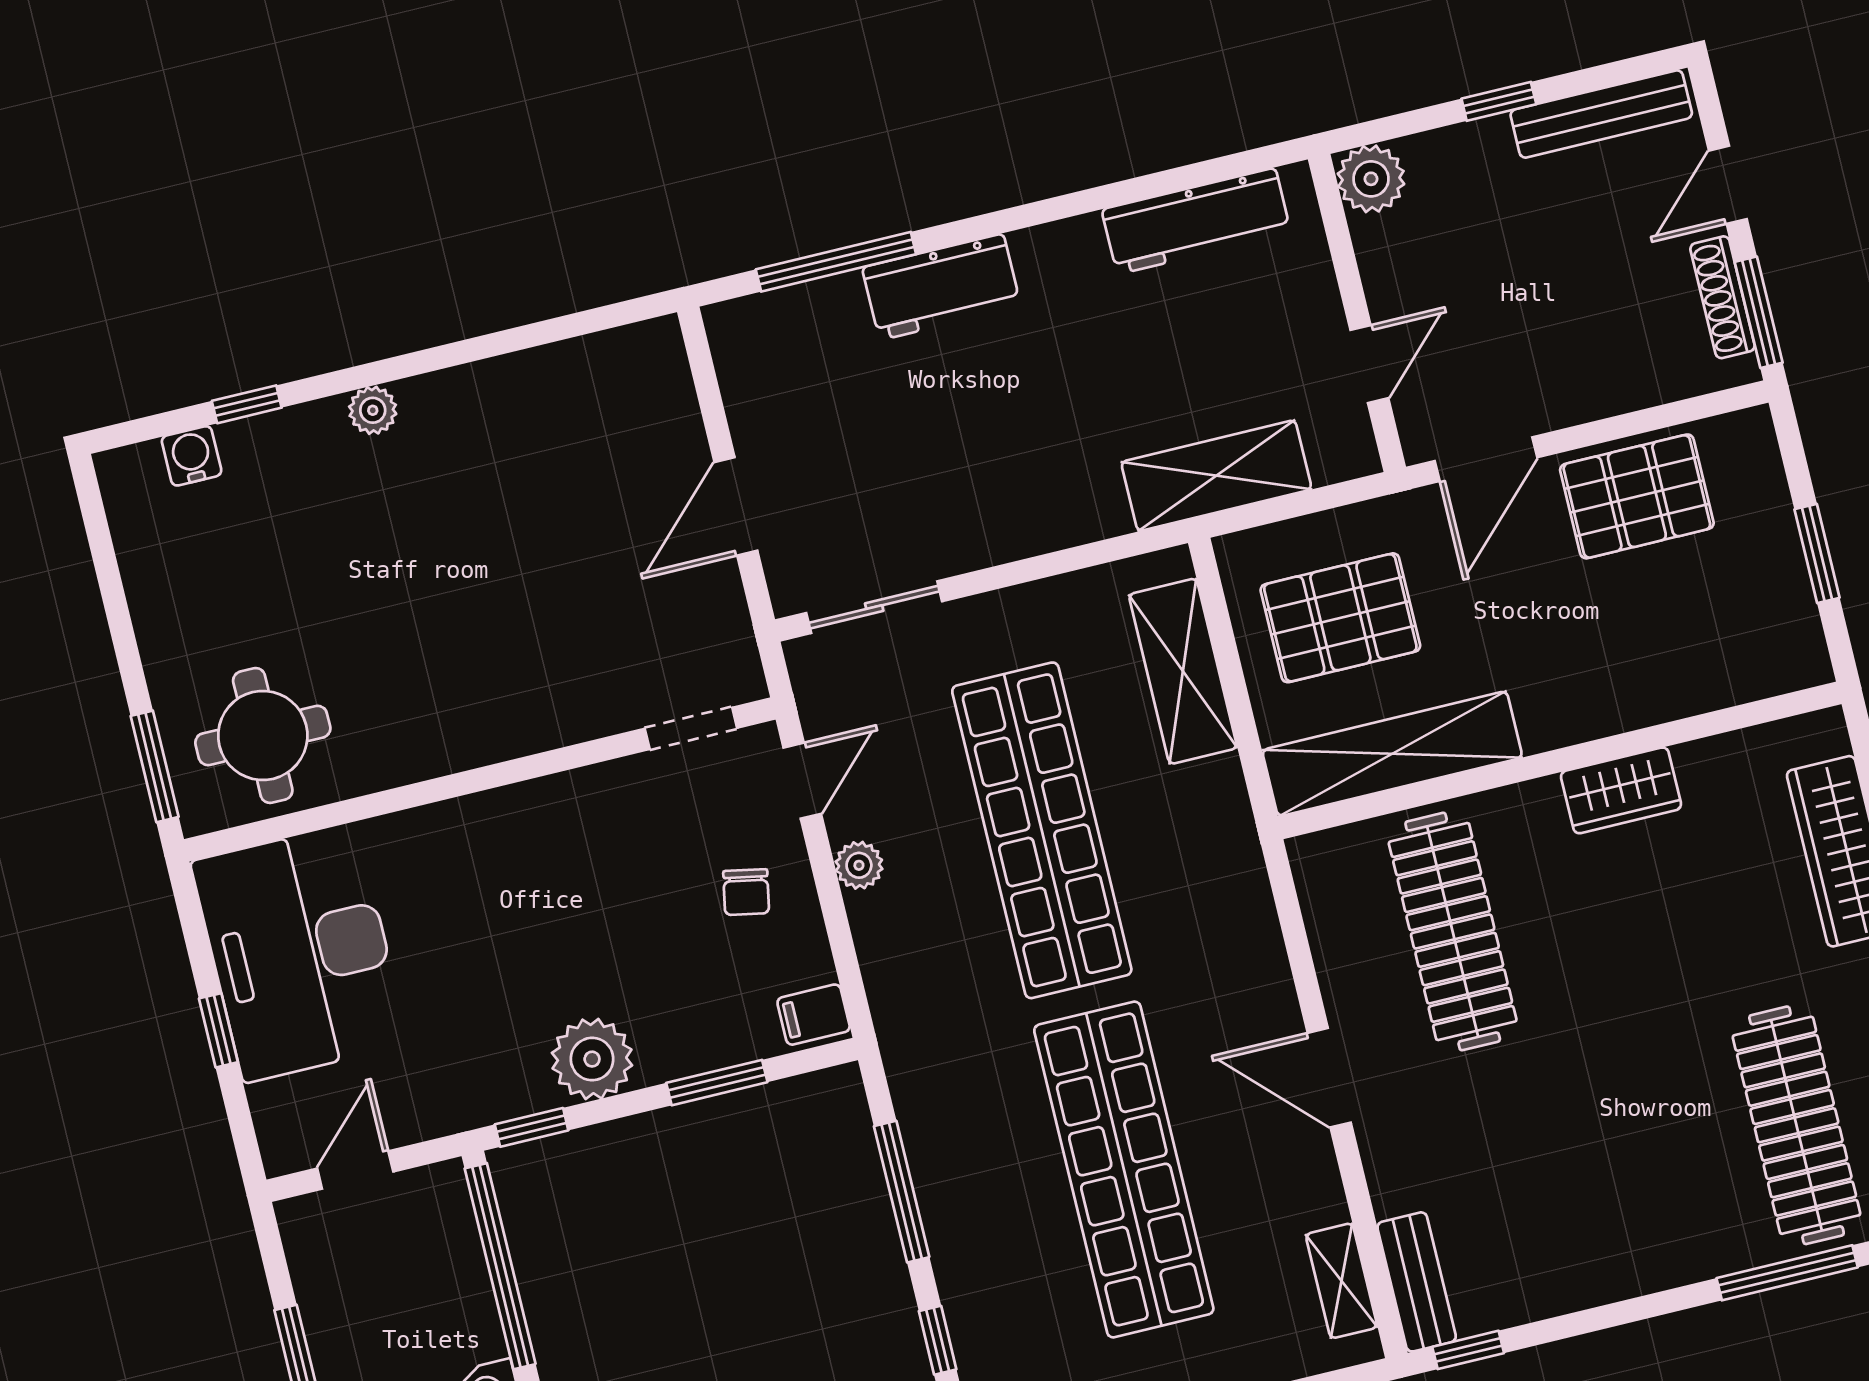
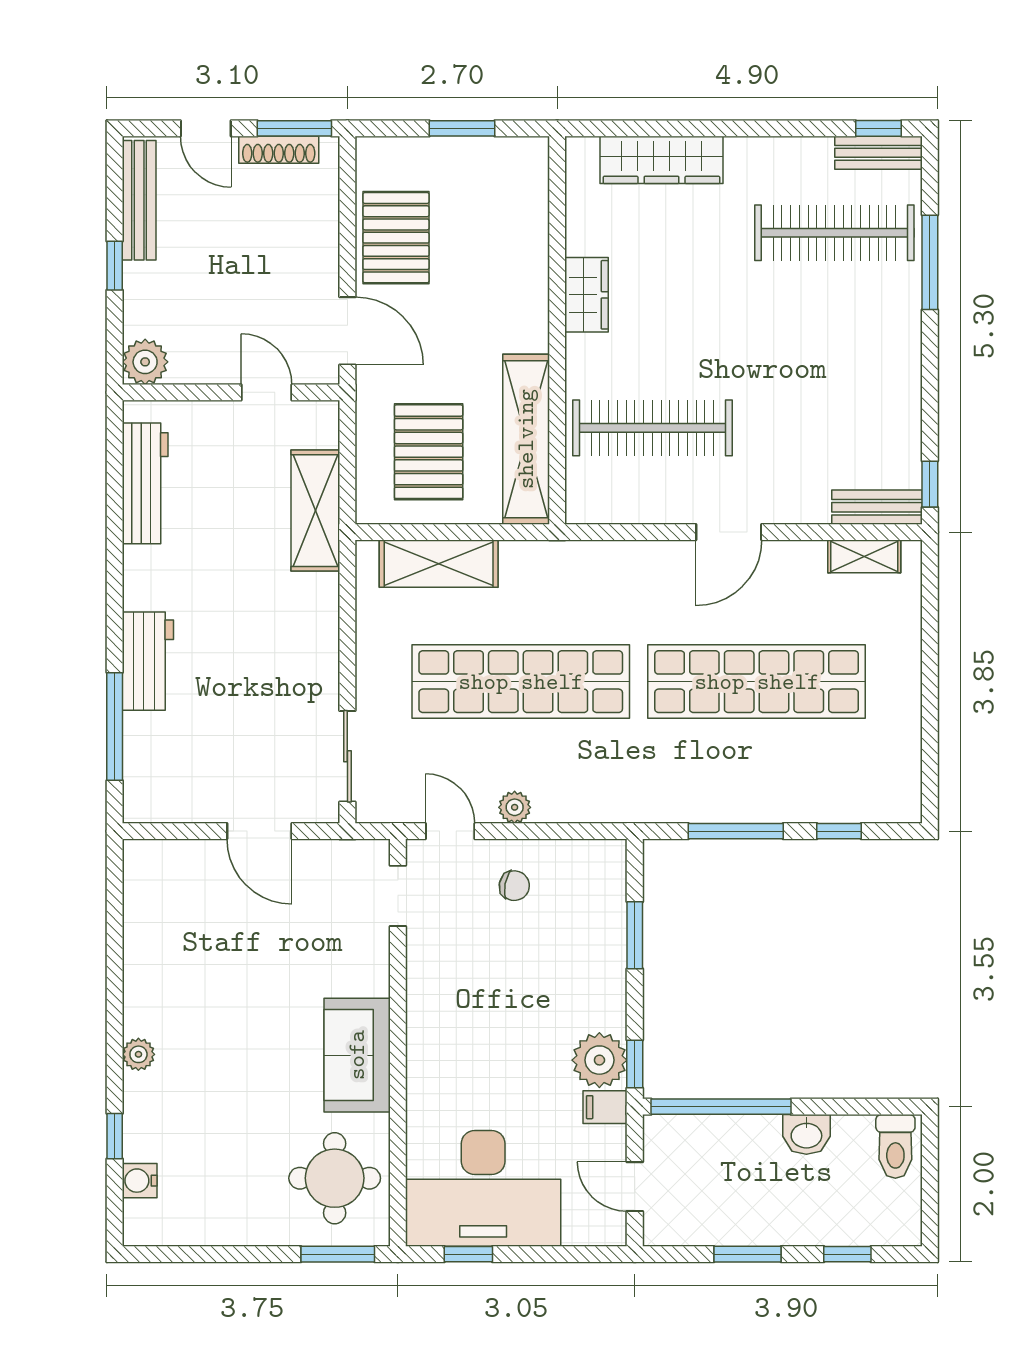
sofa: (448, 725) -> (357, 1055), added
filing cabinet: (814, 1015) -> (605, 1107), moved, turned 90
window: (218, 1030) -> (468, 1254), moved
plant: (592, 1059) -> (599, 1060), moved

